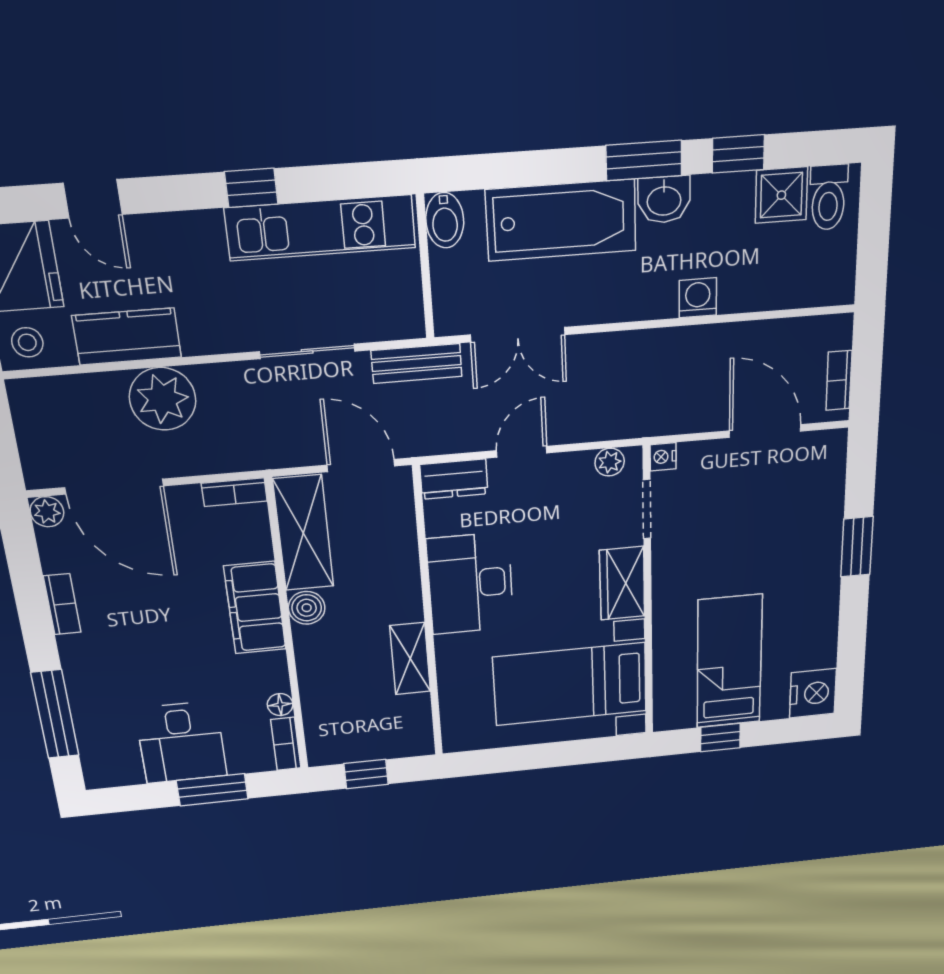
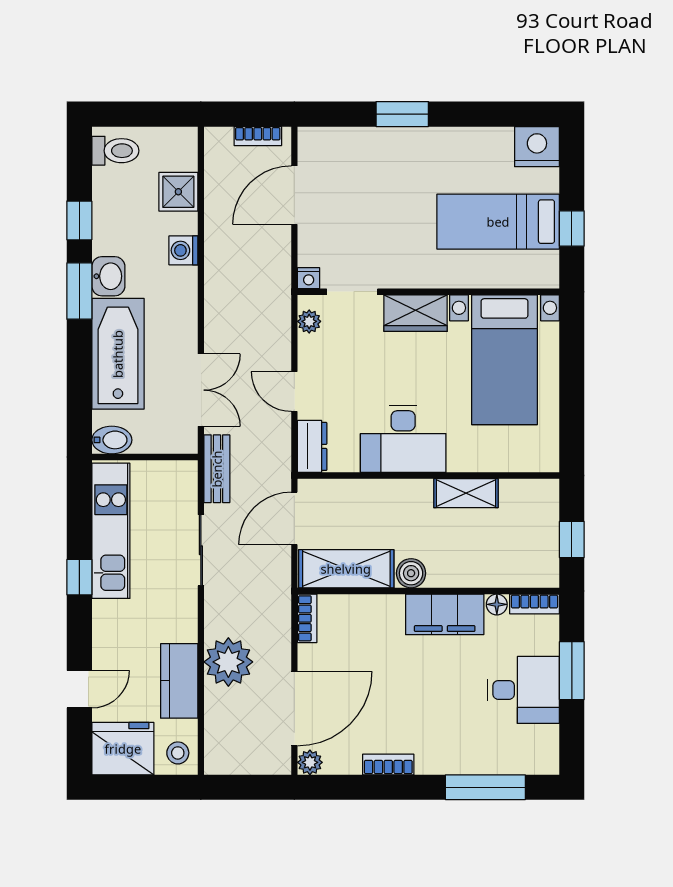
shower: (781, 195) -> (178, 192), moved
filing cabinet: (255, 608) -> (445, 614), moved

